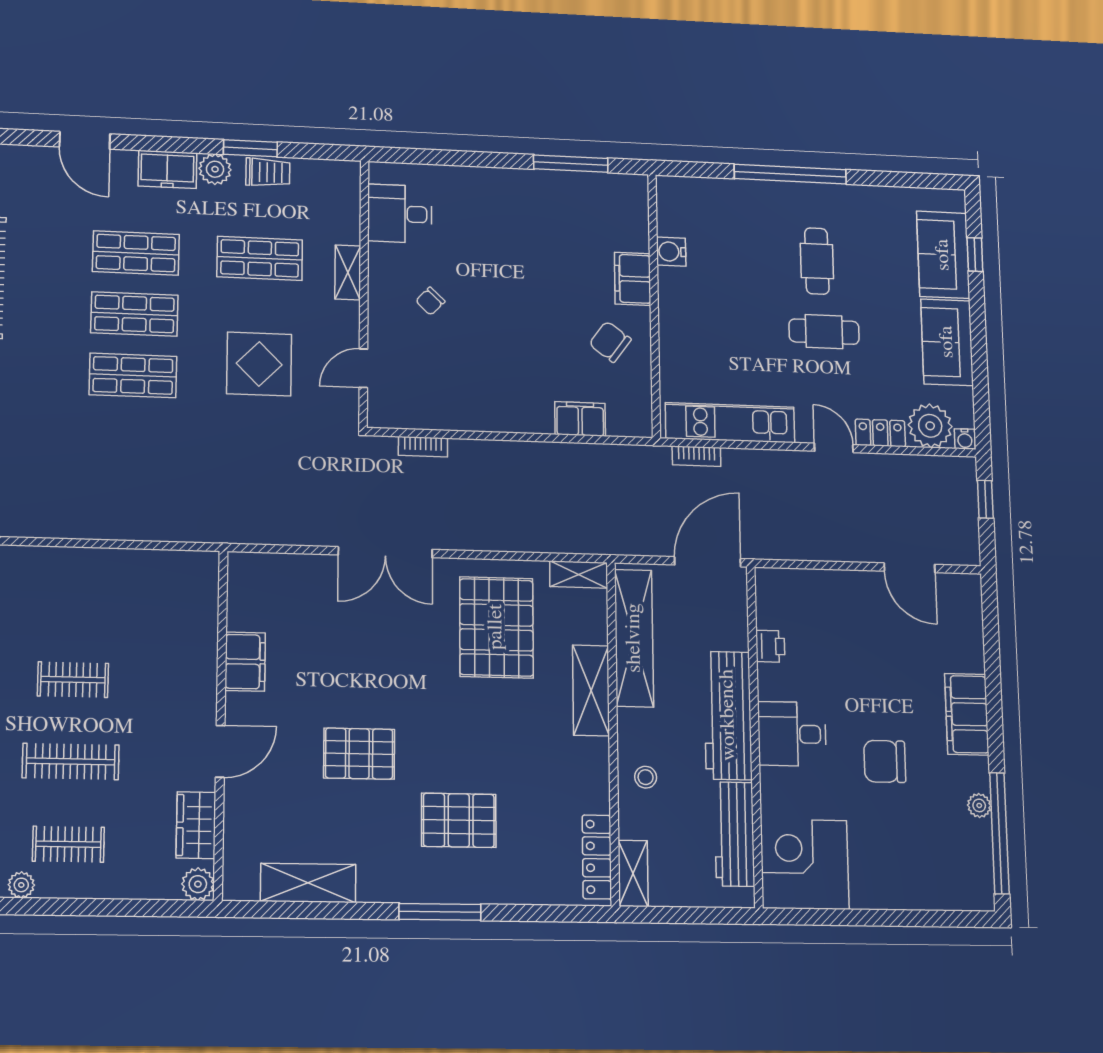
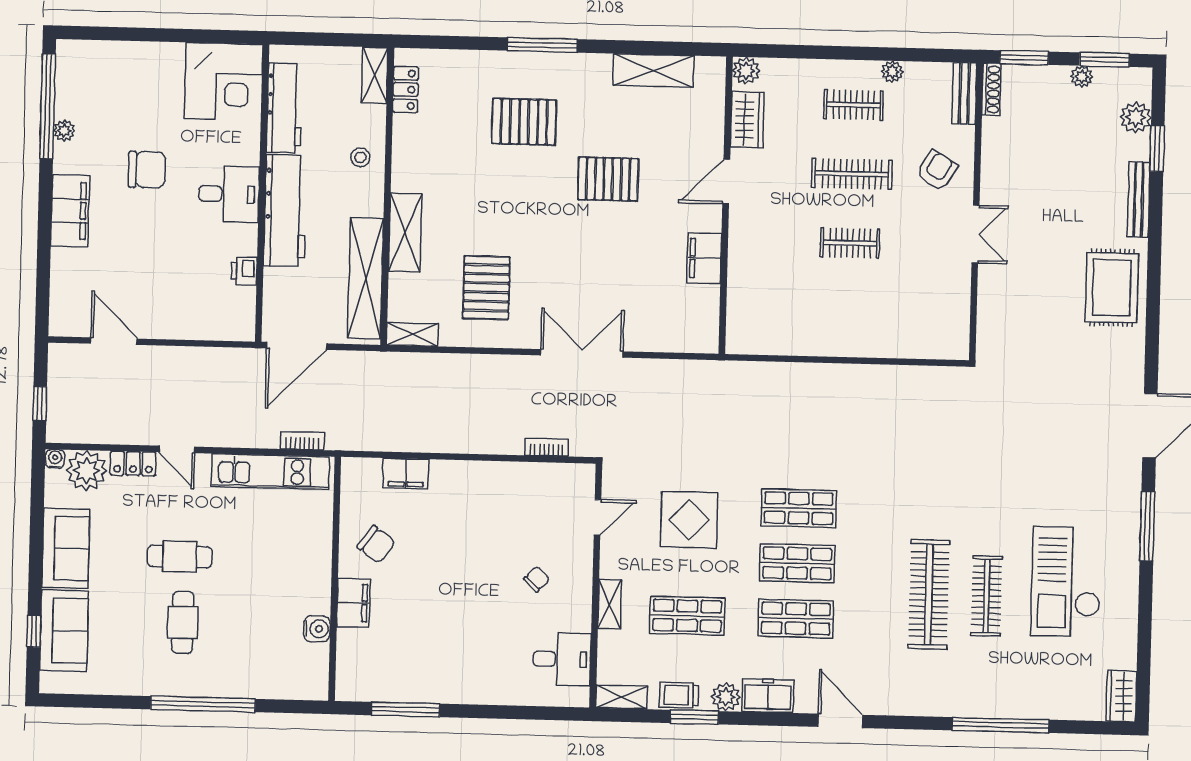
shelving: (332, 172) -> (622, 697), added
pallet: (496, 627) -> (486, 288), width x0.73, depth x0.71
locker: (597, 857) -> (406, 90), width x0.66

